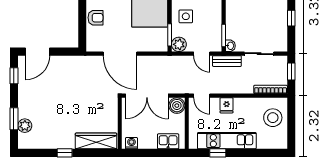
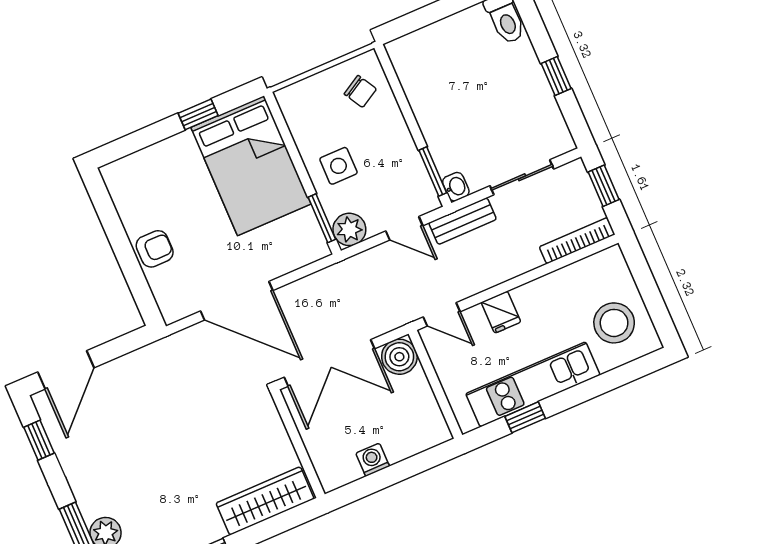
stool: (273, 118) -> (614, 323), moved
kitchen sink: (168, 141) -> (413, 438), removed
washing machine: (131, 143) -> (373, 460), moved

